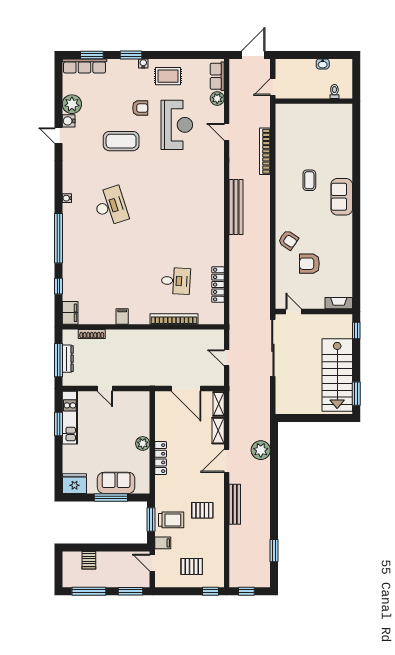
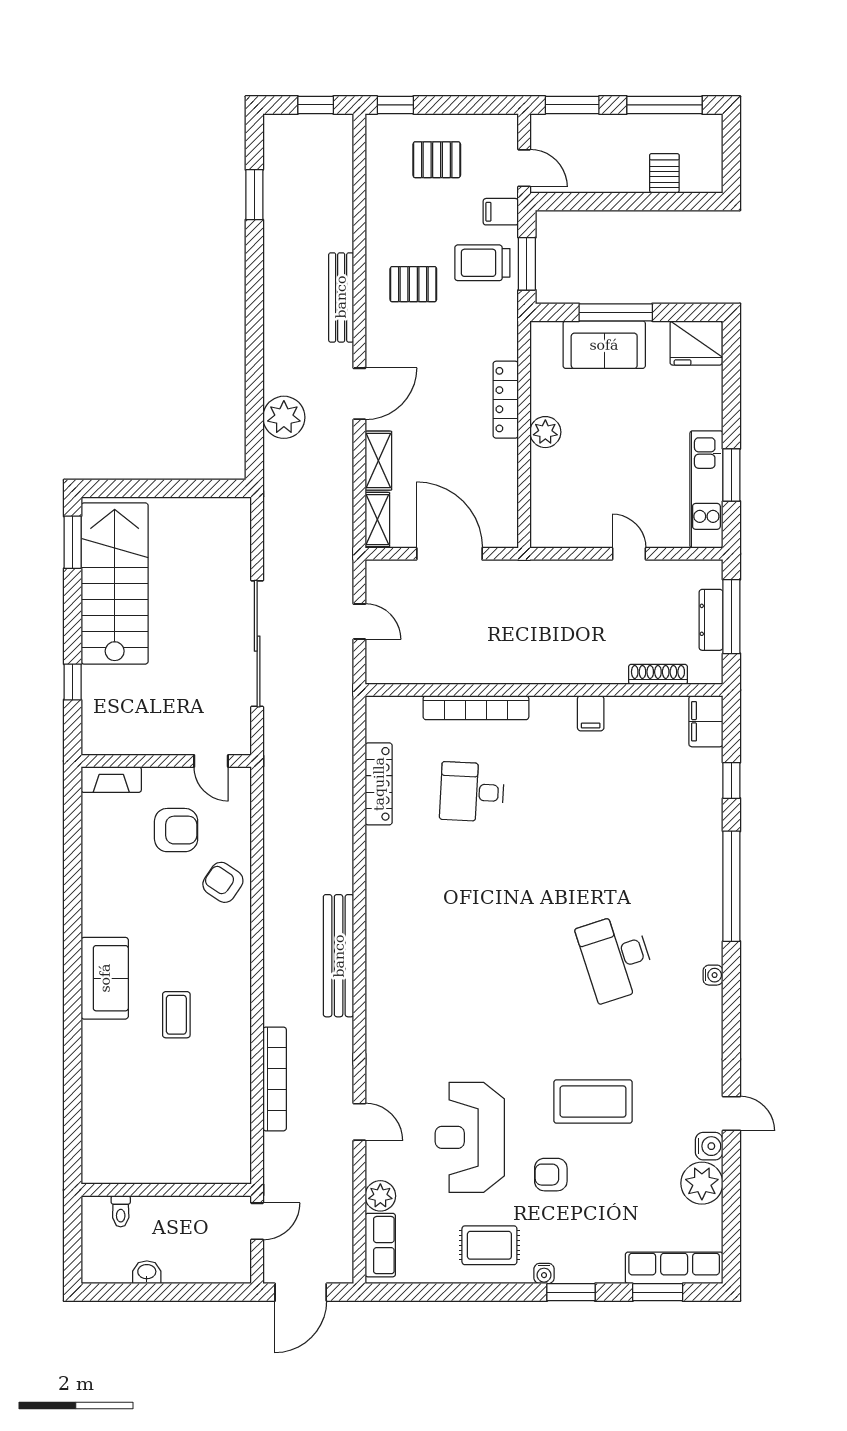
fireplace: (339, 303) -> (111, 780), moved
door: (294, 312) -> (211, 761), moved
wall: (314, 312) -> (166, 761), moved

